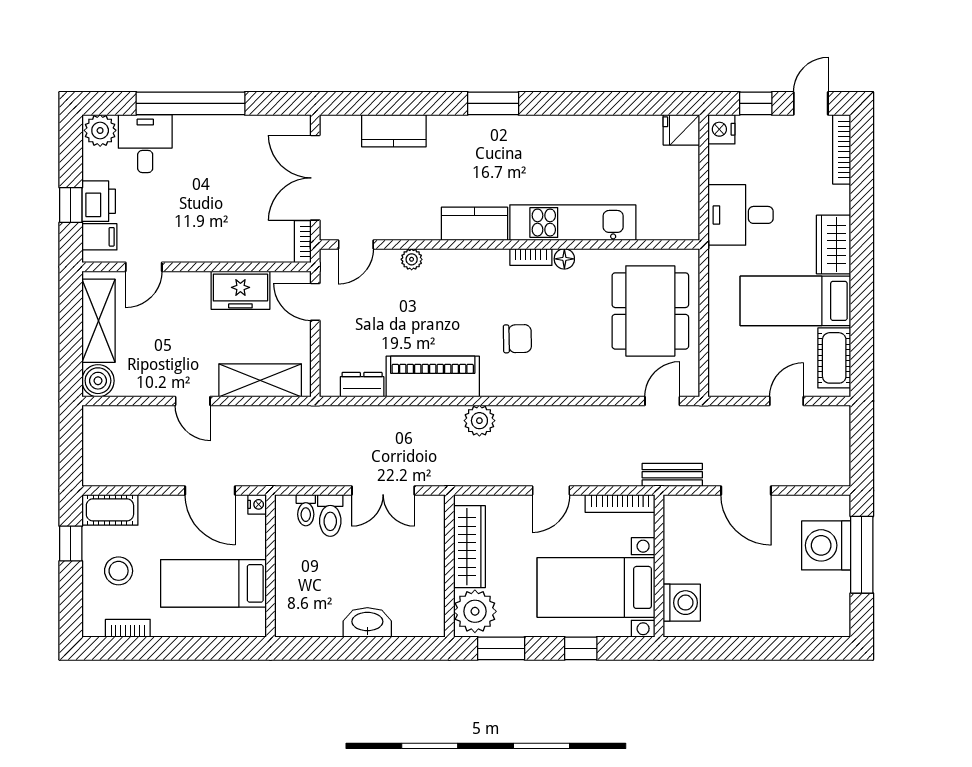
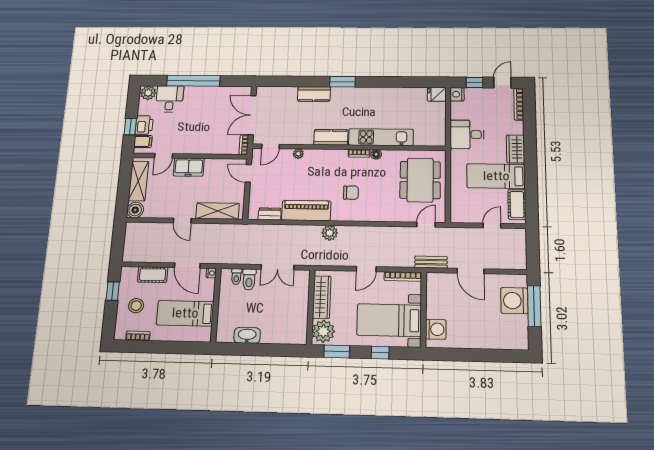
kitchen counter: (394, 131) -> (314, 94), moved
freezer: (240, 290) -> (189, 167), moved
cot: (110, 510) -> (153, 275), moved
washbasin: (367, 622) -> (247, 335), moved

